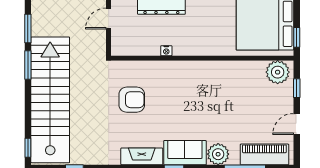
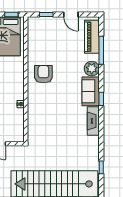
plant: (278, 72) -> (35, 28), removed
armchair: (132, 100) -> (43, 74), moved

